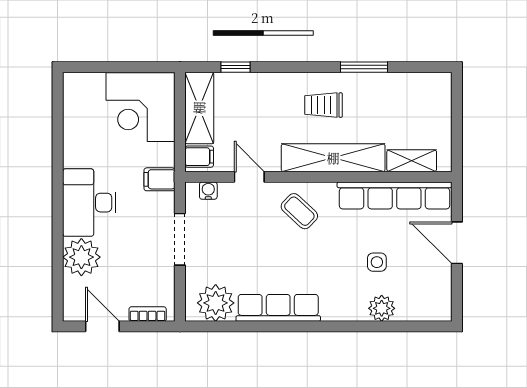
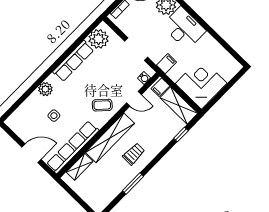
plant: (382, 308) -> (45, 89), moved

